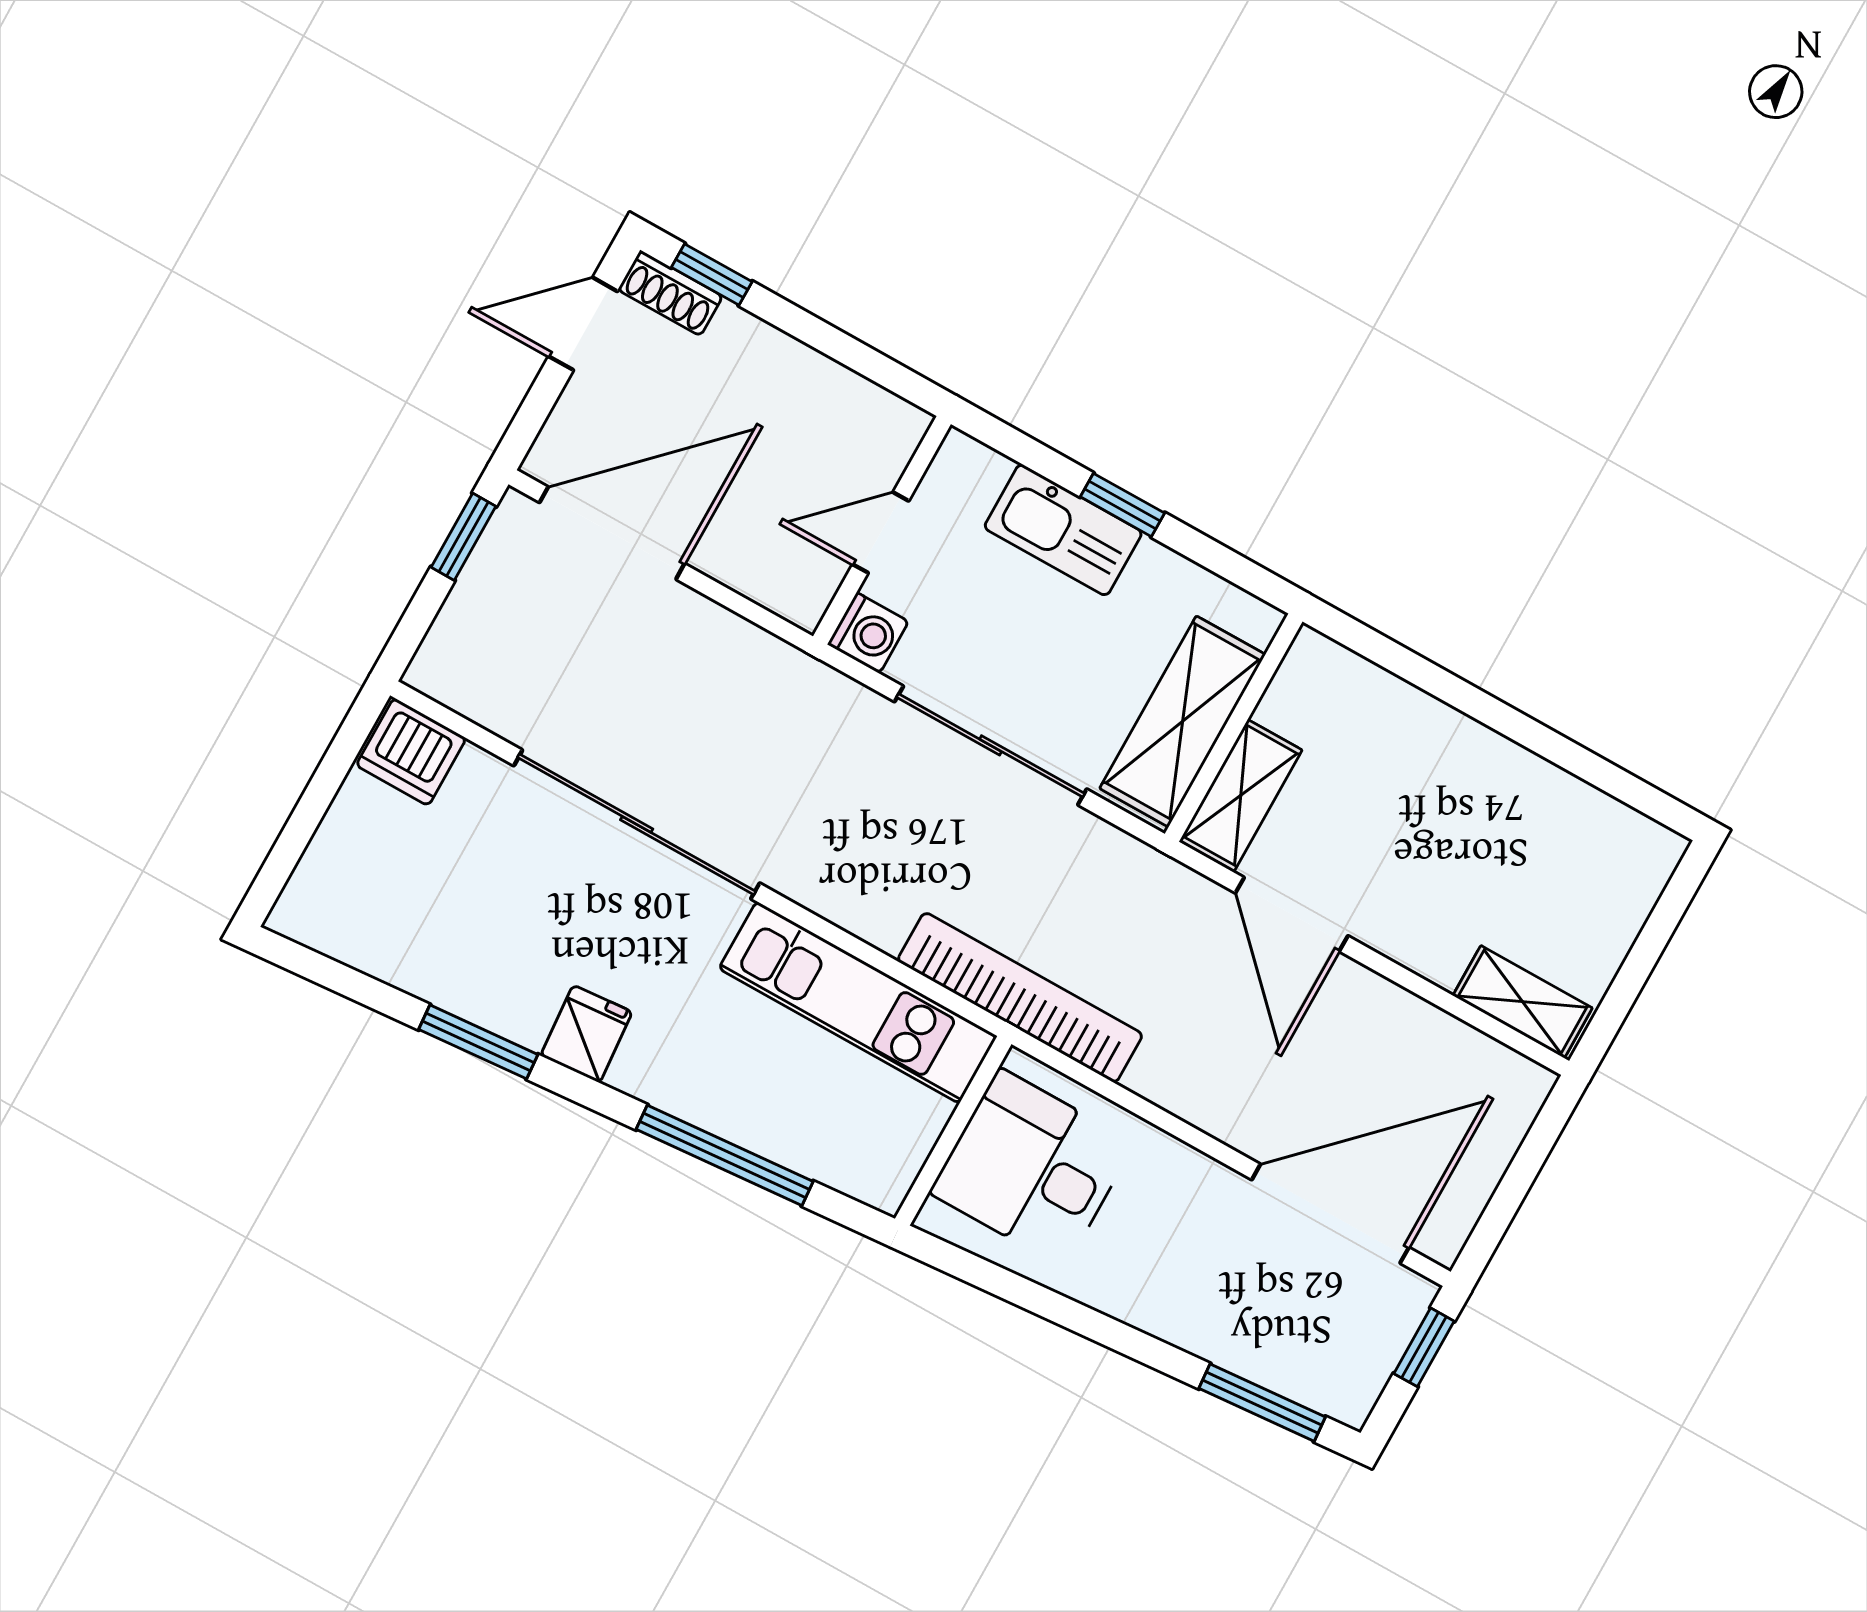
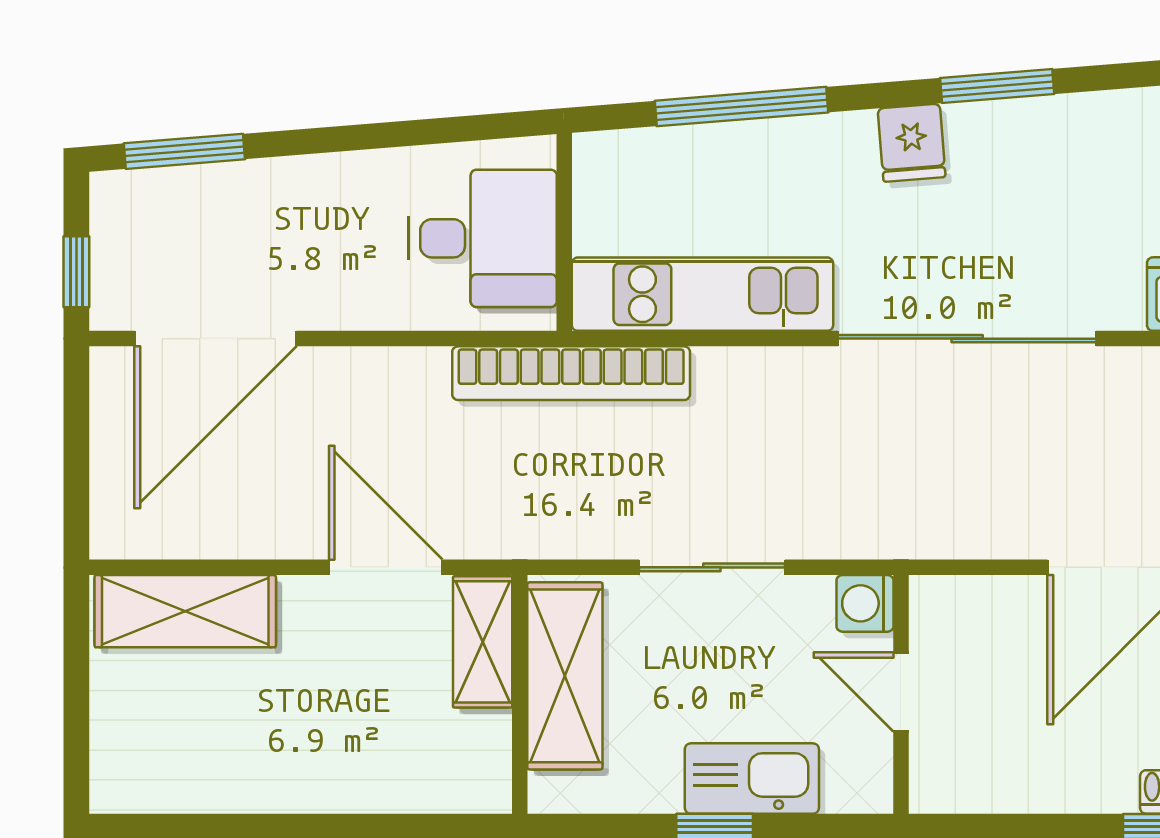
door: (881, 533) -> (901, 692), swing flipped
sliding door: (991, 745) -> (712, 567), width x0.73
shelving: (1523, 1002) -> (185, 611), width x1.50, depth x1.33

